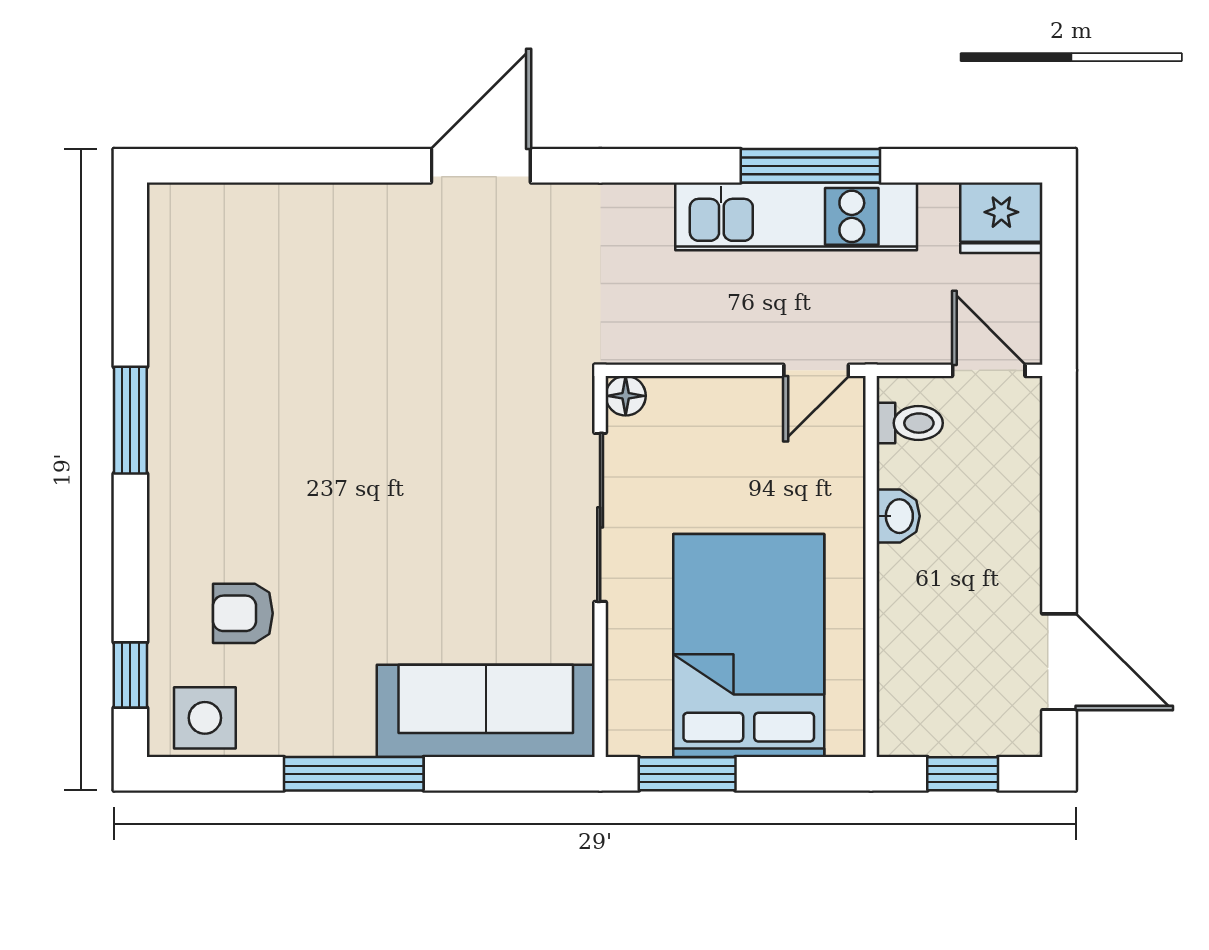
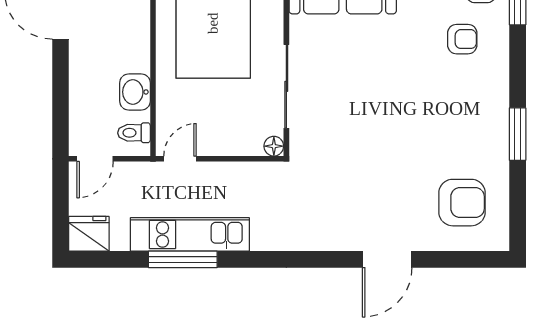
door: (481, 166) -> (387, 259), moved
armchair: (243, 281) -> (462, 203), added
door: (989, 370) -> (95, 159), hinge flipped
washbasin: (898, 516) -> (135, 92), width x1.38, depth x1.45

